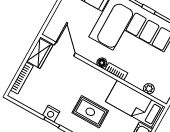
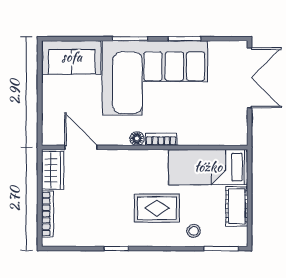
plant: (149, 89) -> (214, 138), removed
nightstand: (51, 113) -> (109, 238), removed

